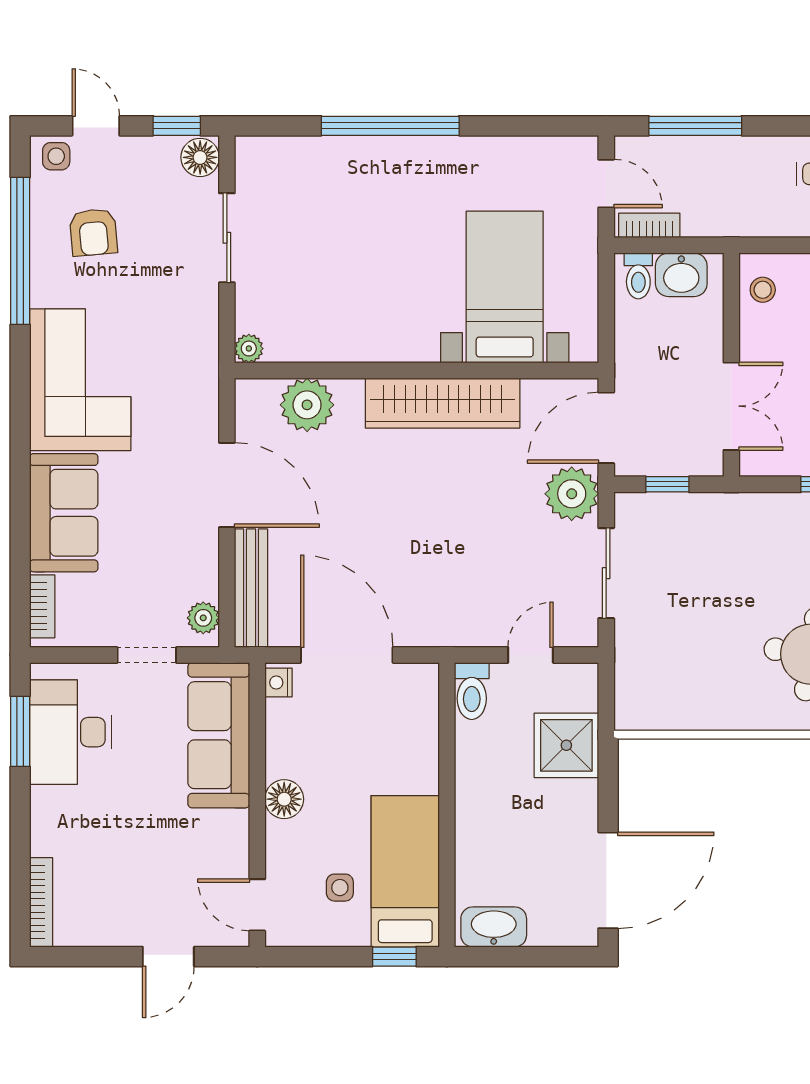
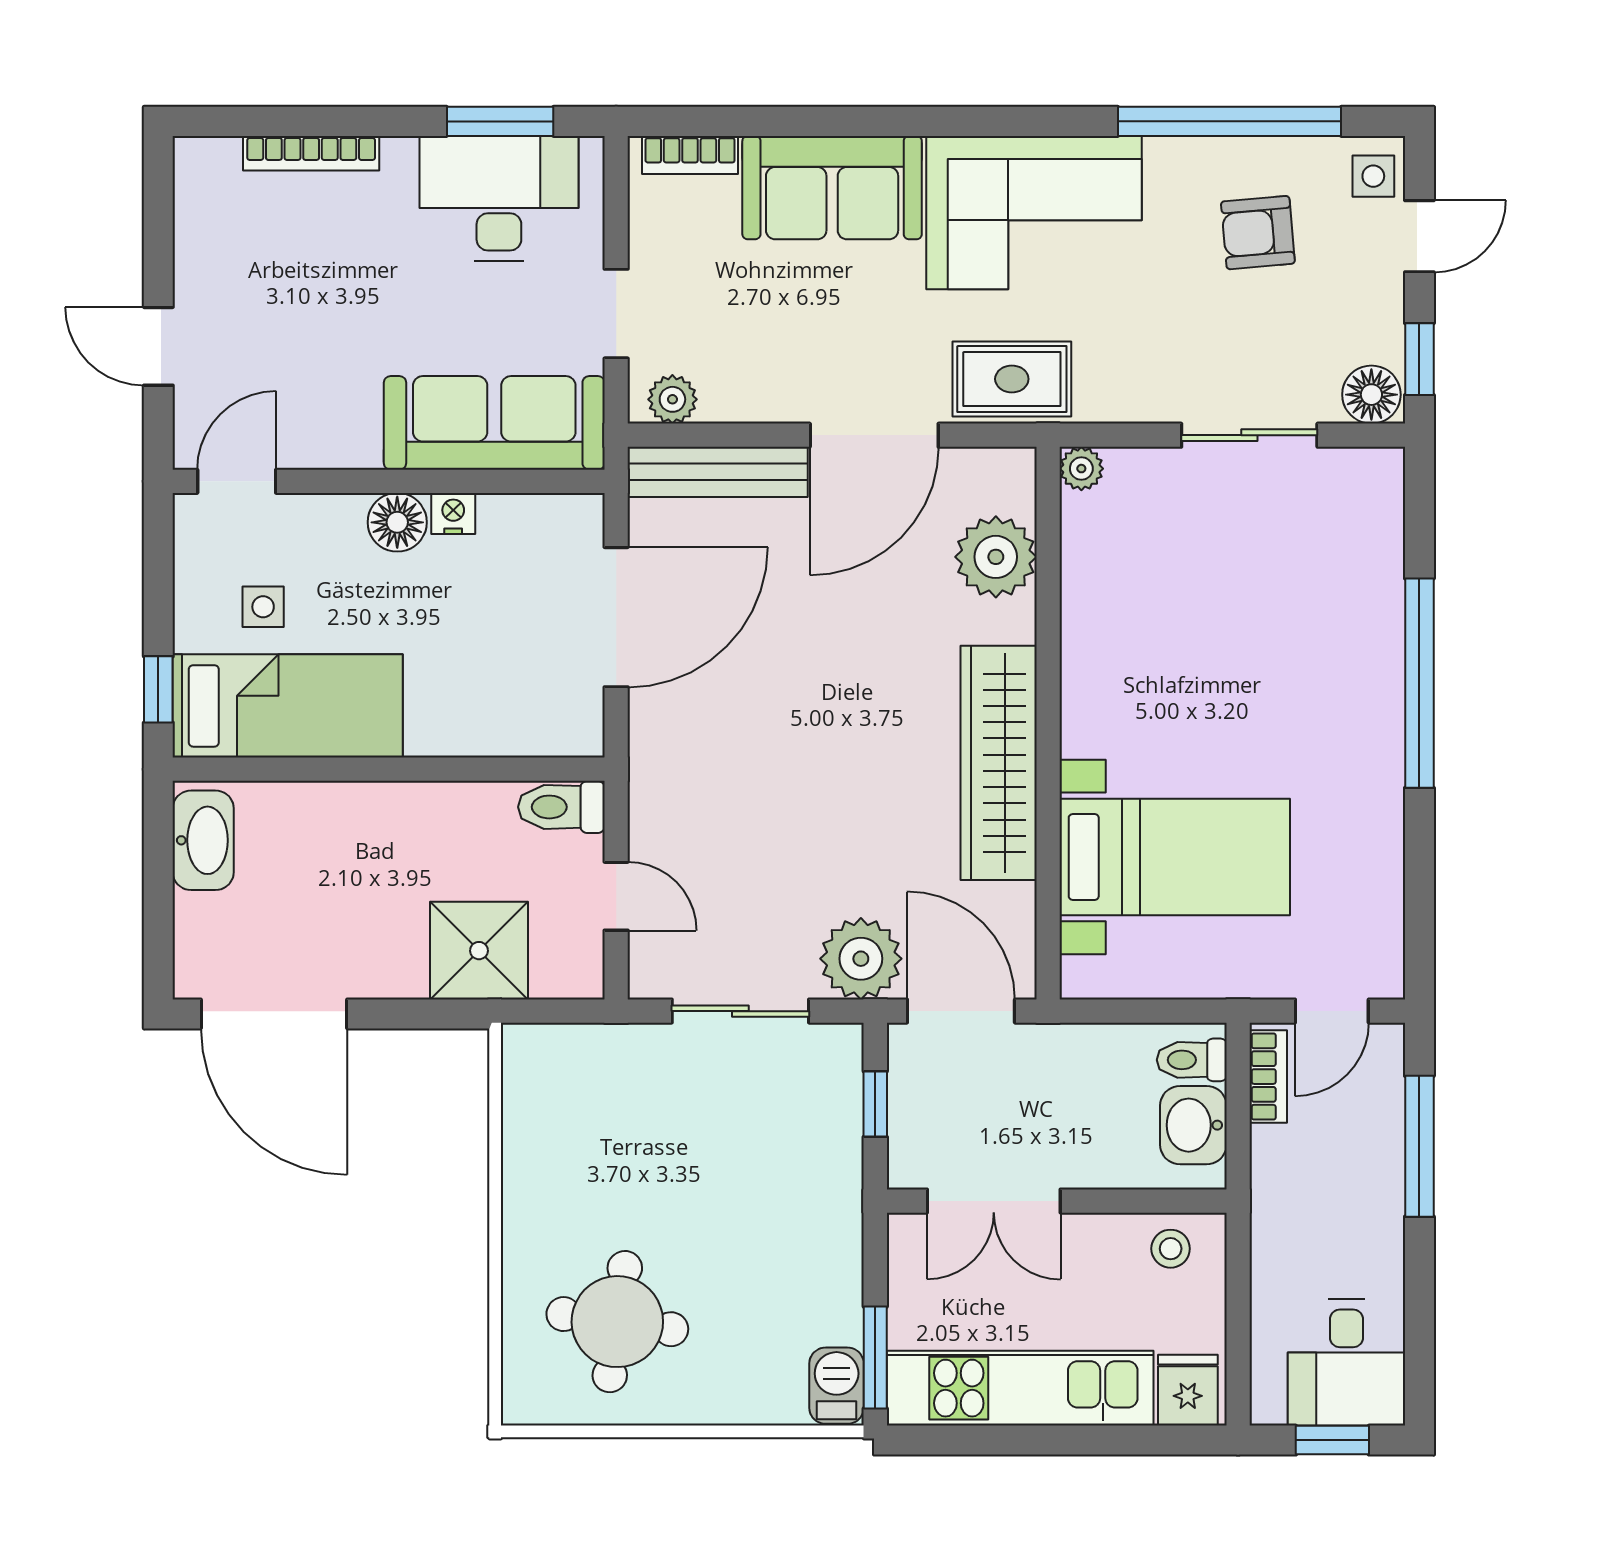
rug: (190, 394) -> (1012, 379), added
nightstand: (278, 683) -> (453, 513), moved
bookcase: (41, 902) -> (311, 153), moved

